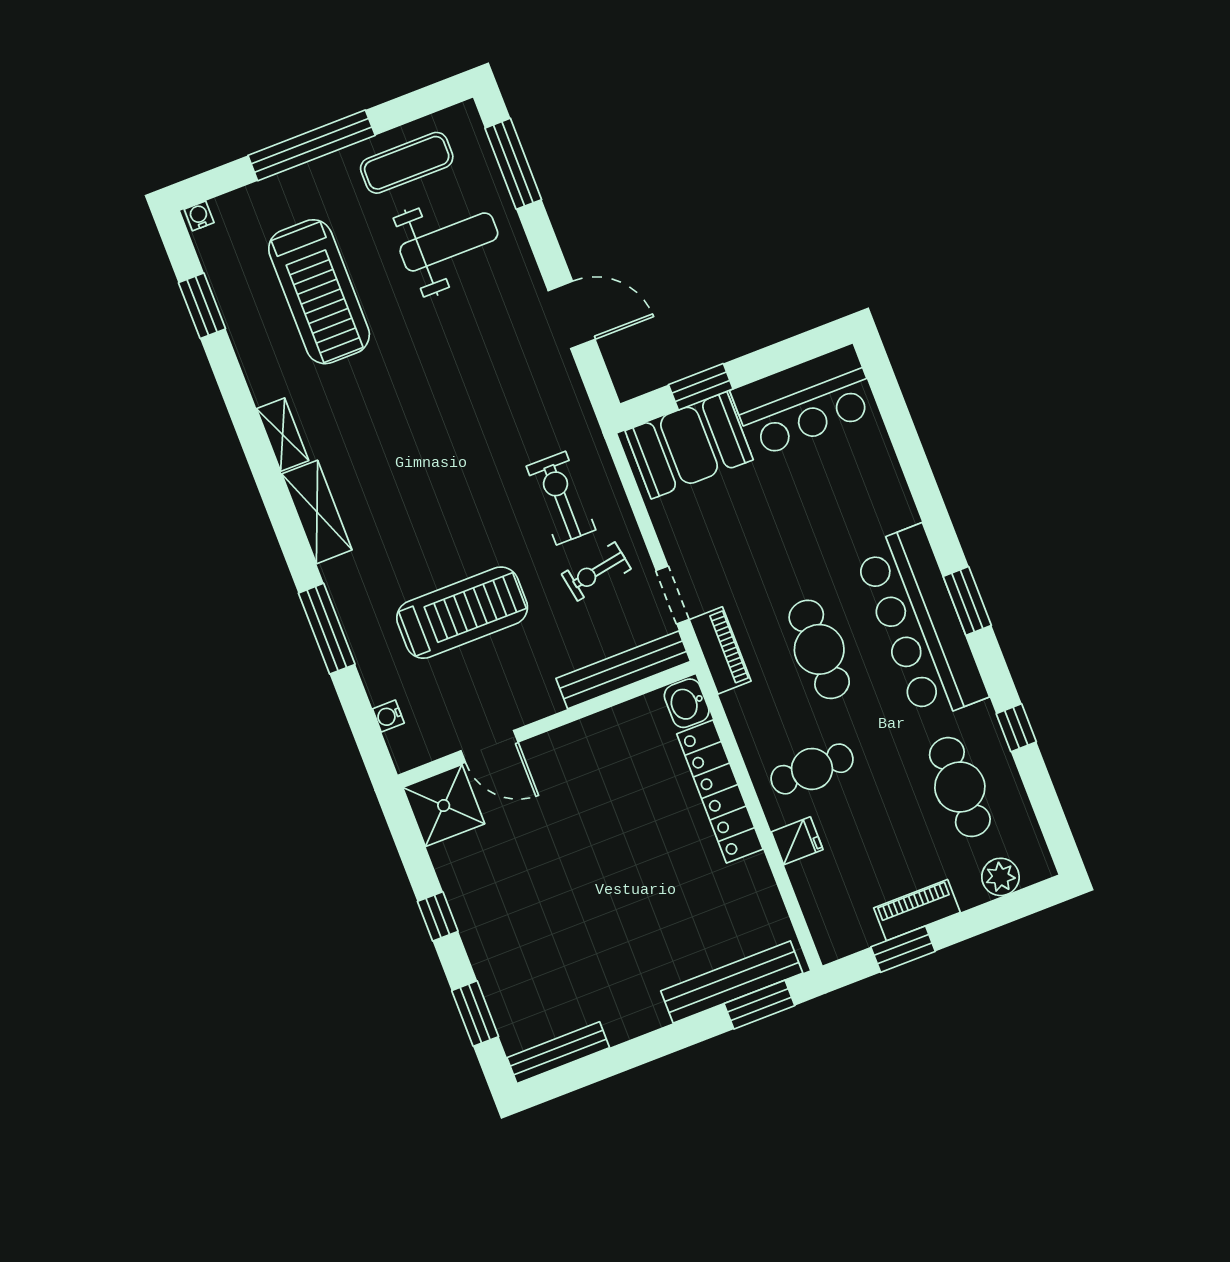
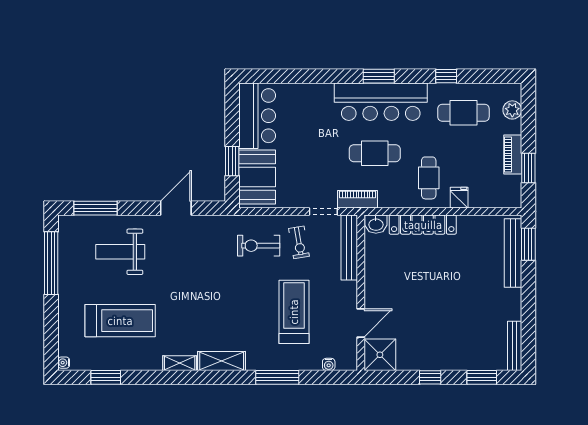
window: (312, 145) -> (51, 263), moved
exercise mat: (407, 163) -> (76, 257), removed
weight bench: (449, 242) -> (120, 252), turned -90

